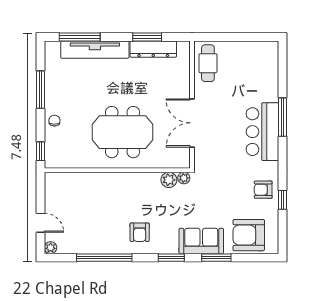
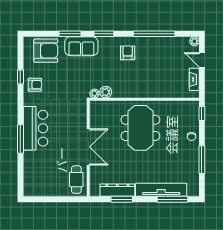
double door: (192, 123) -> (88, 147), moved
meeting table: (123, 132) -> (140, 128), turned 90
fireplace: (51, 197) -> (194, 79), added

